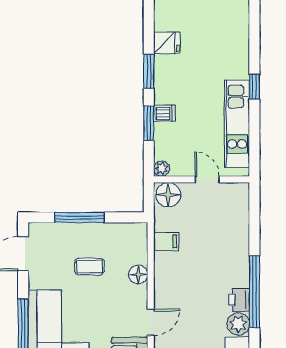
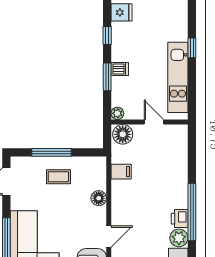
window: (149, 71) -> (107, 35), width x0.67
coffee table: (89, 267) -> (58, 177), moved

